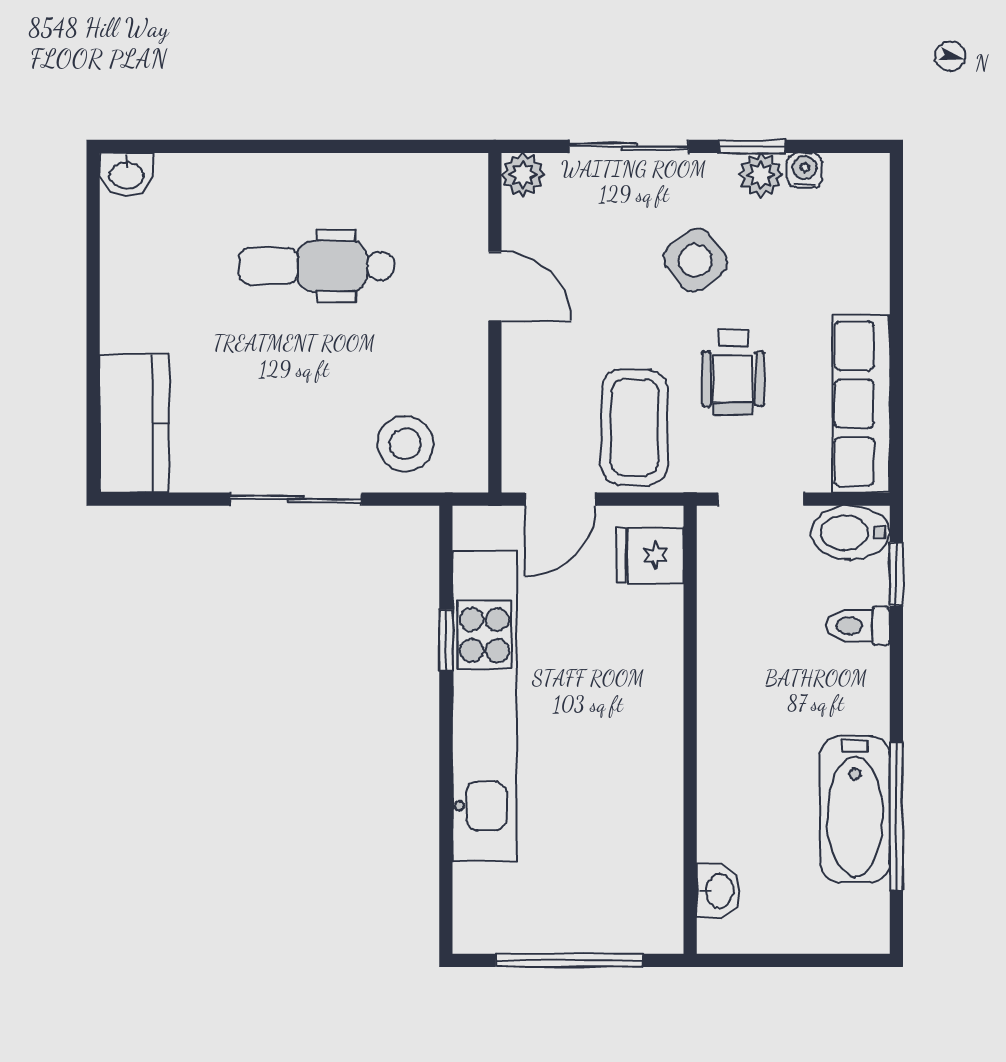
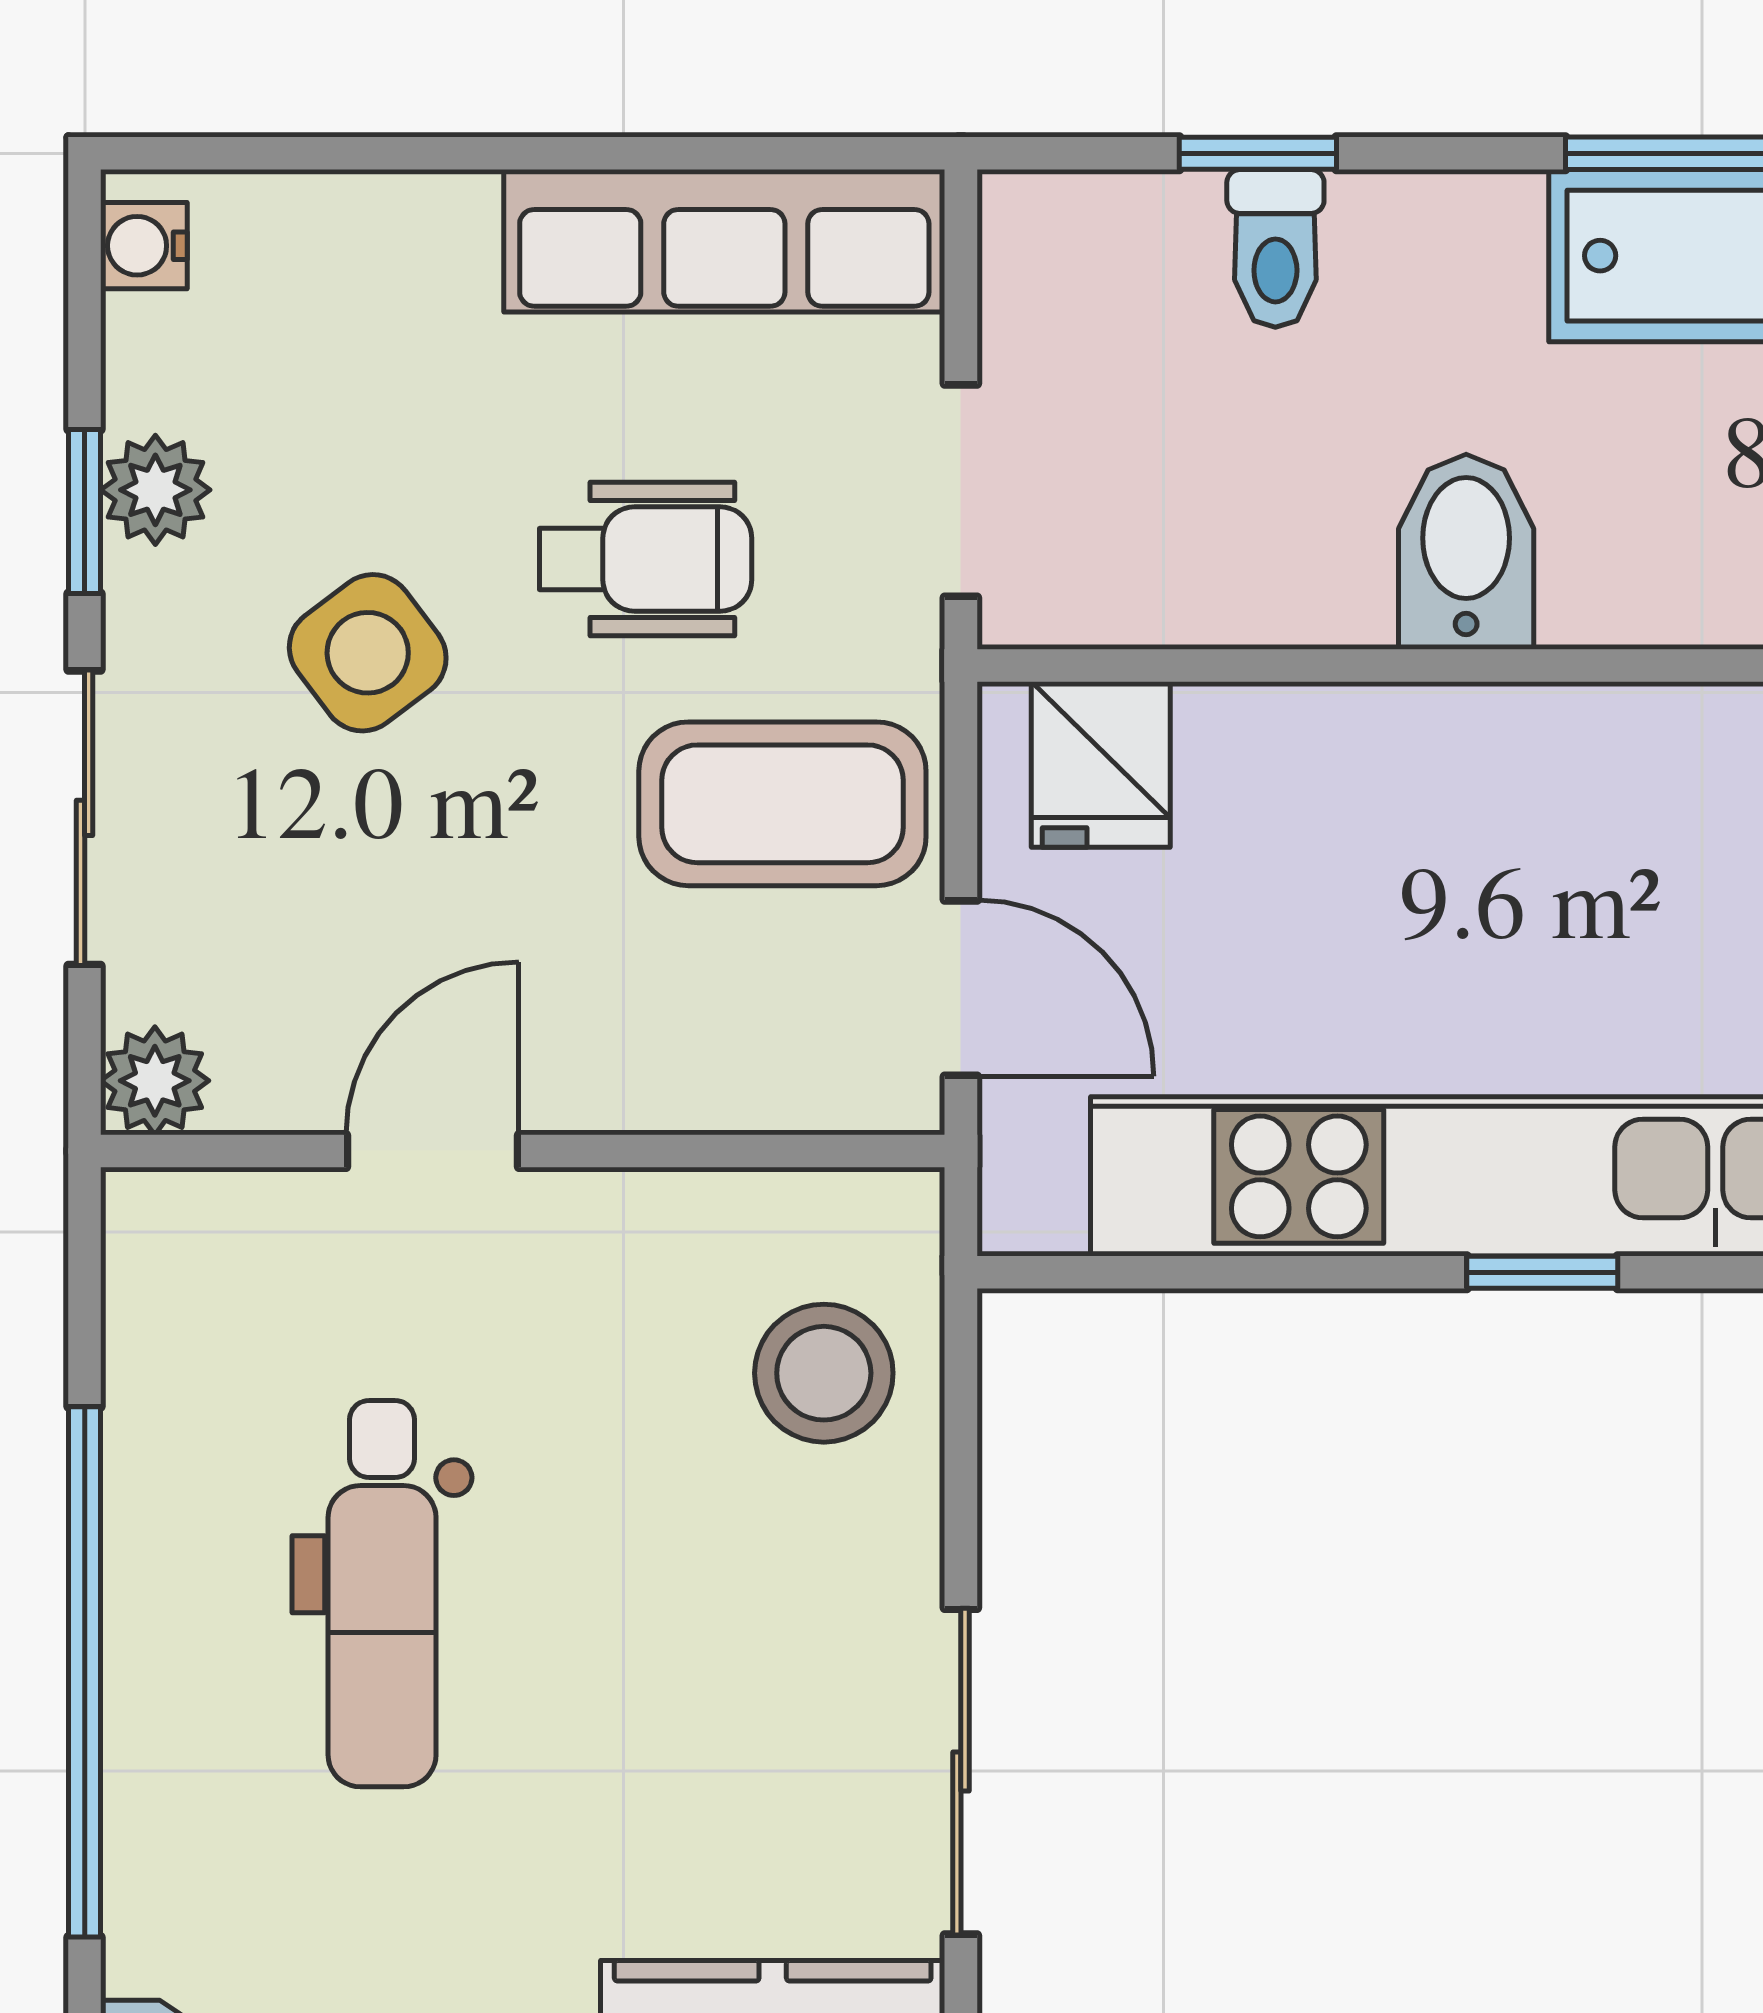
window: (285, 146) -> (85, 1672), added
water cooler: (805, 170) -> (144, 246), moved
sliding door: (296, 499) -> (961, 1772), moved
bidet: (850, 533) -> (1466, 552), moved, turned 180
window: (896, 574) -> (1258, 153), moved
window: (446, 640) -> (1542, 1272), moved

